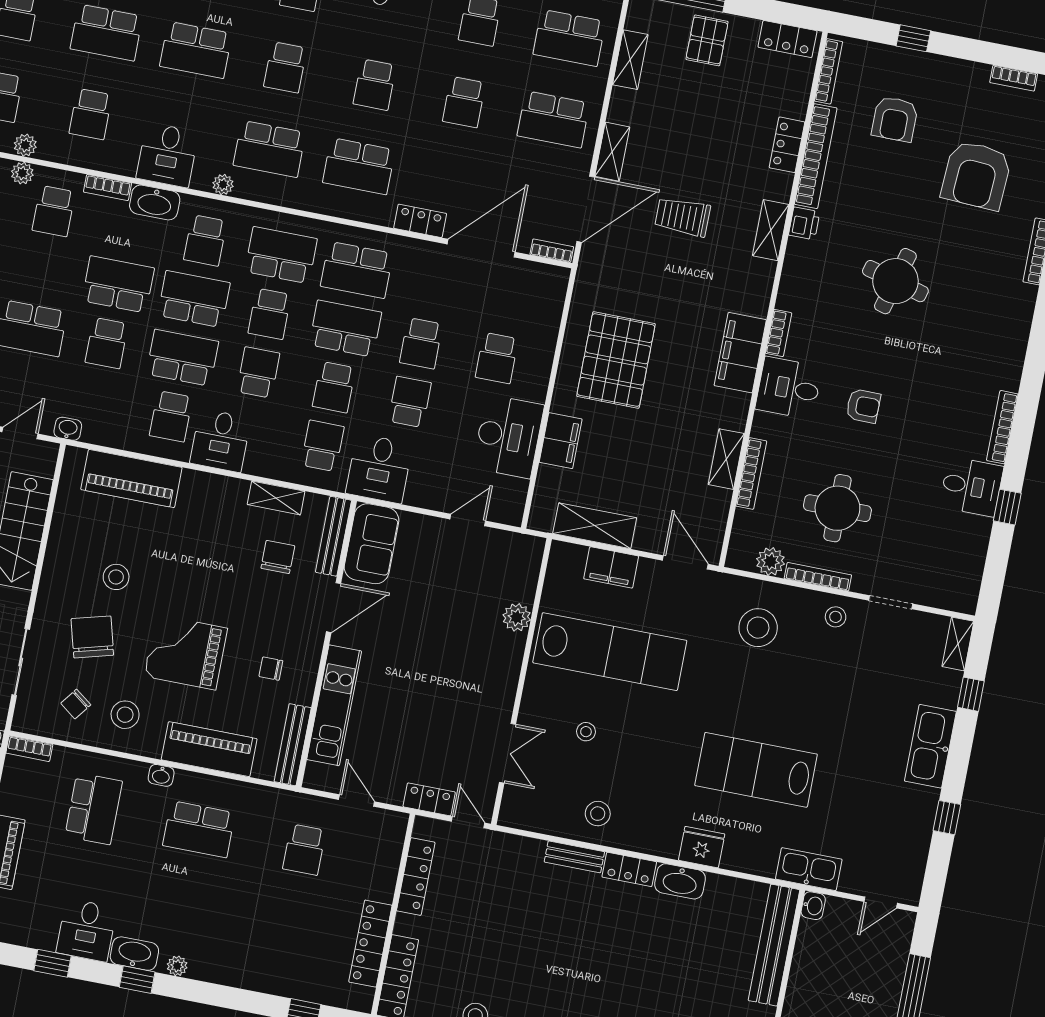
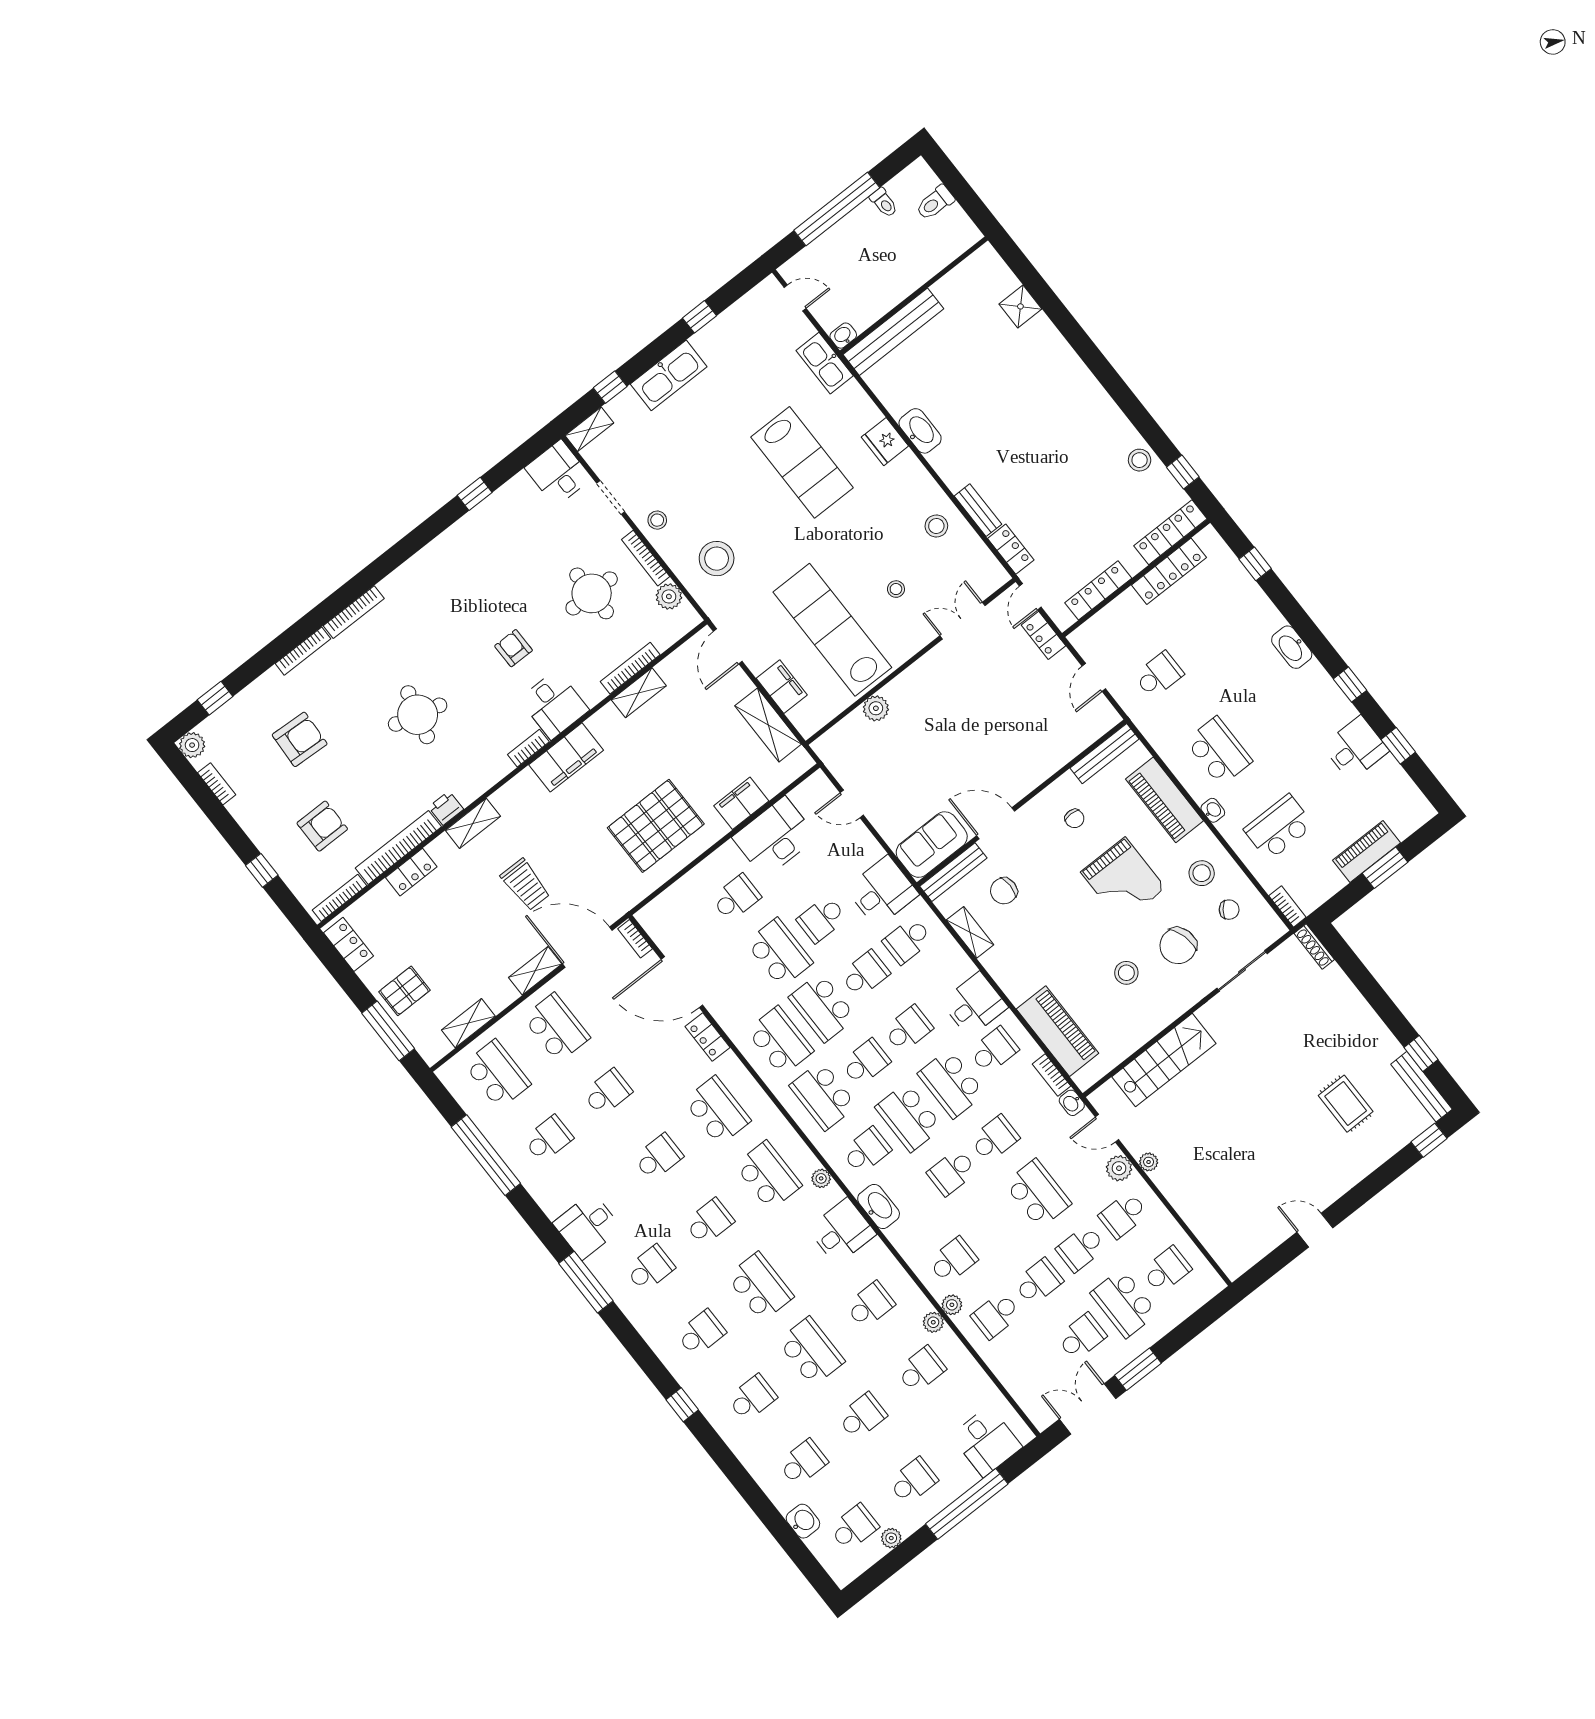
armchair: (976, 175) -> (300, 739), width x0.73, depth x0.73
bookcase: (108, 188) -> (1051, 1075), moved, turned 180
school desk: (118, 284) -> (952, 1172), width x0.54
school desk: (421, 343) -> (779, 953), width x1.85
school desk: (258, 372) -> (908, 1029), turned 180
bookcase: (1002, 427) -> (354, 612), moved
desk: (971, 487) -> (558, 473), moved
kitchen unit: (334, 705) -> (1053, 756), removed
locker: (629, 869) -> (1011, 549), moved
washbasin: (134, 954) -> (1292, 647), moved
plant: (177, 966) -> (1314, 670), removed

